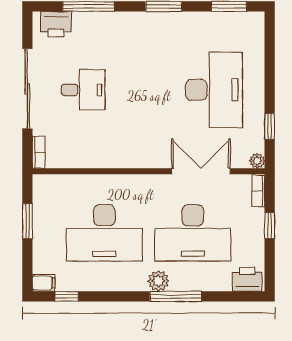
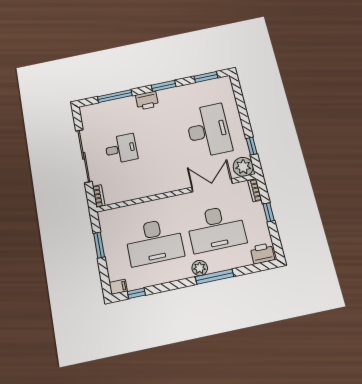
printer: (56, 24) -> (147, 101), moved
plant: (257, 161) -> (243, 167), width x1.88, depth x1.88

